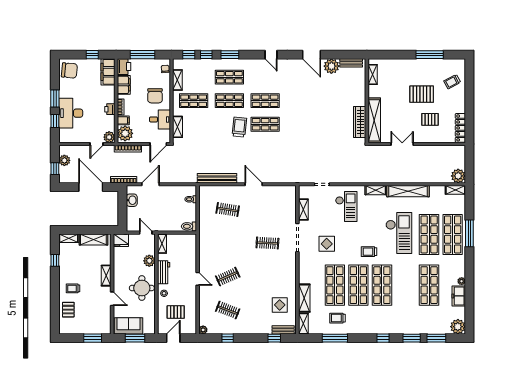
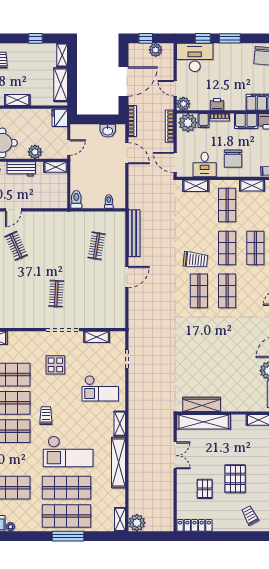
chair: (155, 96) -> (233, 159), turned -90
desk: (71, 113) -> (195, 57), moved

